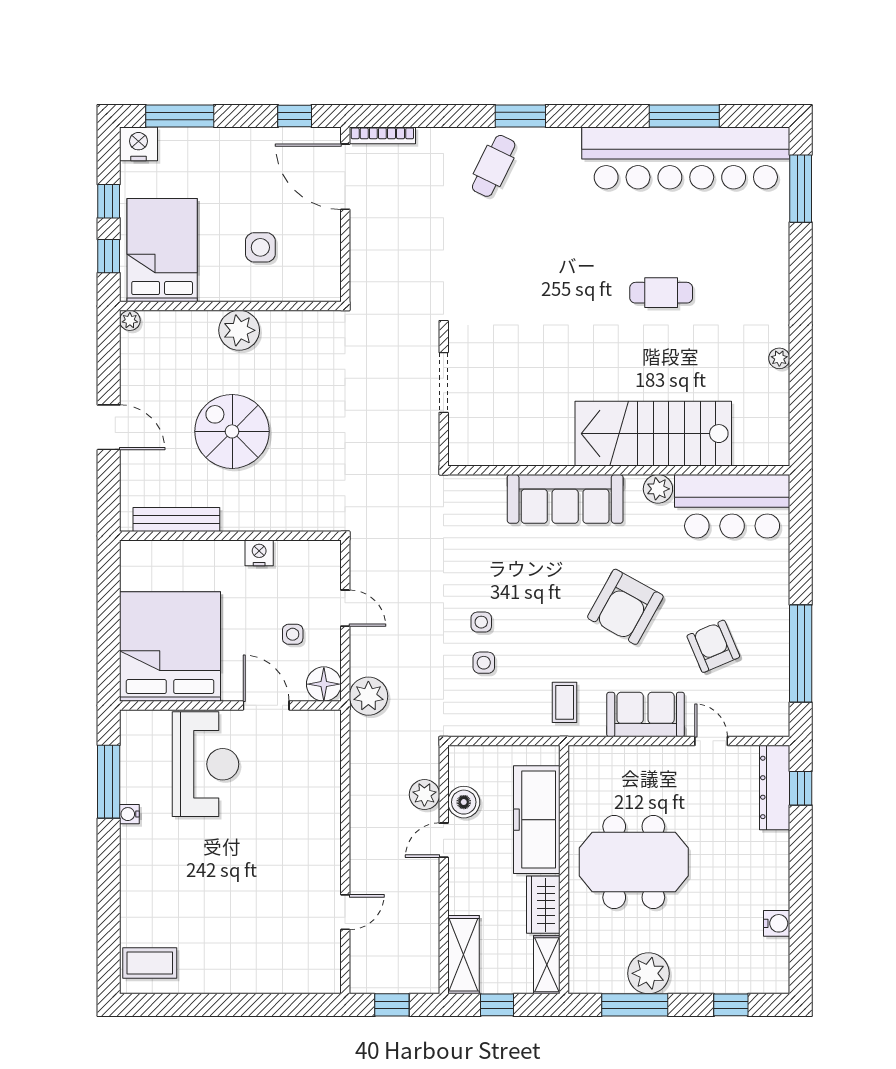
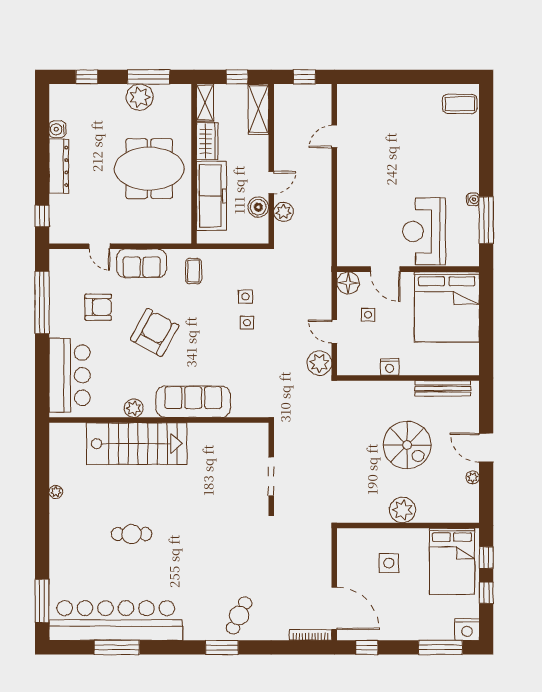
plant: (130, 320) -> (473, 477), moved
bar counter: (732, 506) -> (70, 375), moved, turned 90
armchair: (713, 646) -> (98, 307), turned -67
plant: (368, 696) -> (319, 363), moved
dresser: (775, 787) -> (59, 166), moved

